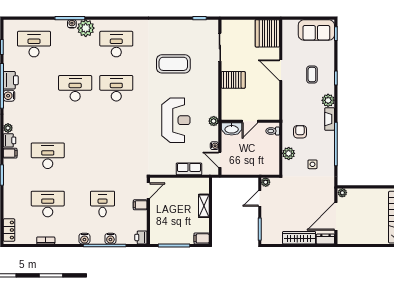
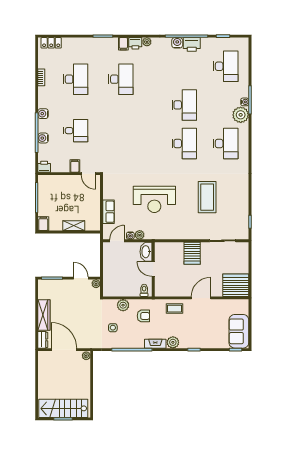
coffee table: (312, 75) -> (174, 309), moved
plant: (214, 121) -> (140, 235), moved

